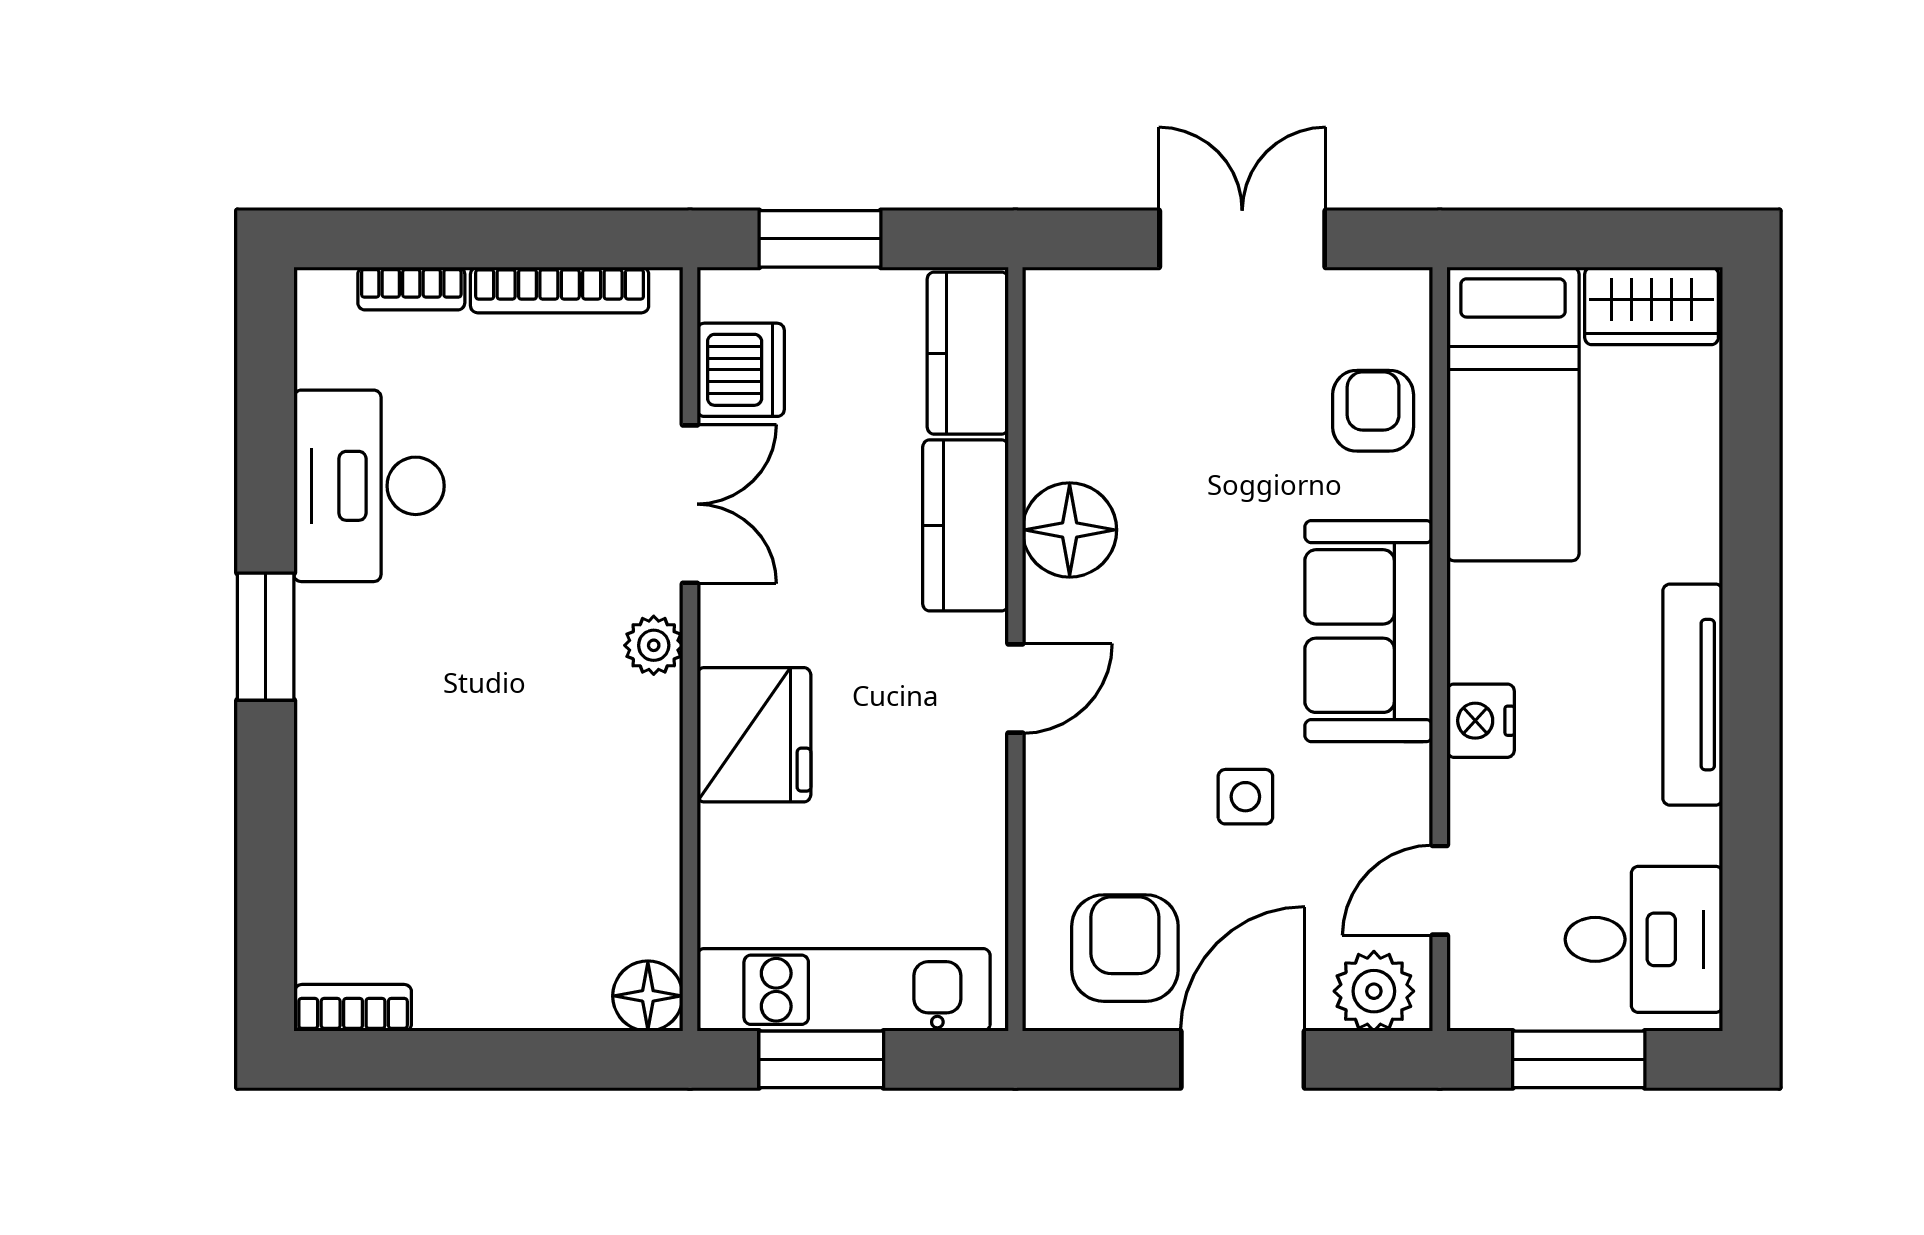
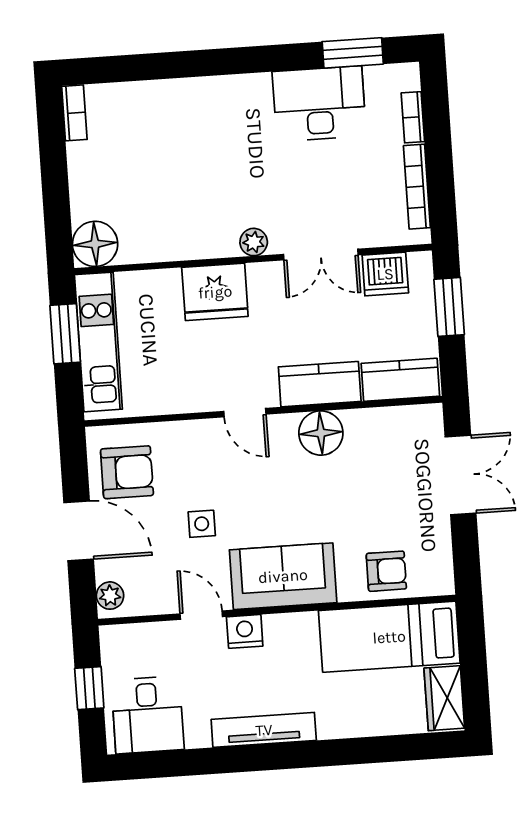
double door: (1242, 239) -> (461, 475), moved
window: (266, 637) -> (353, 53), moved
door: (1440, 890) -> (201, 615), moved
plant: (1374, 991) -> (110, 596), width x0.73, depth x0.73
floor lamp: (648, 996) -> (95, 244), width x1.38, depth x1.38
window: (1579, 1059) -> (89, 688), width x0.67

